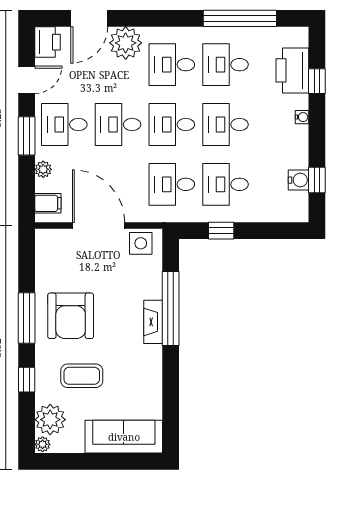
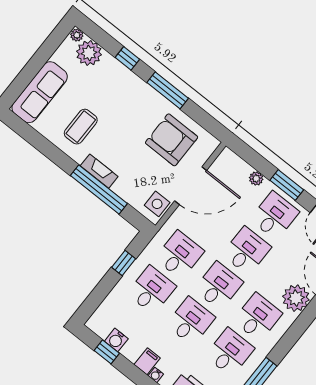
filing cabinet: (48, 203) -> (147, 361), moved, turned 180
armchair: (71, 316) -> (172, 140), moved
coffee table: (82, 376) -> (81, 127), moved

